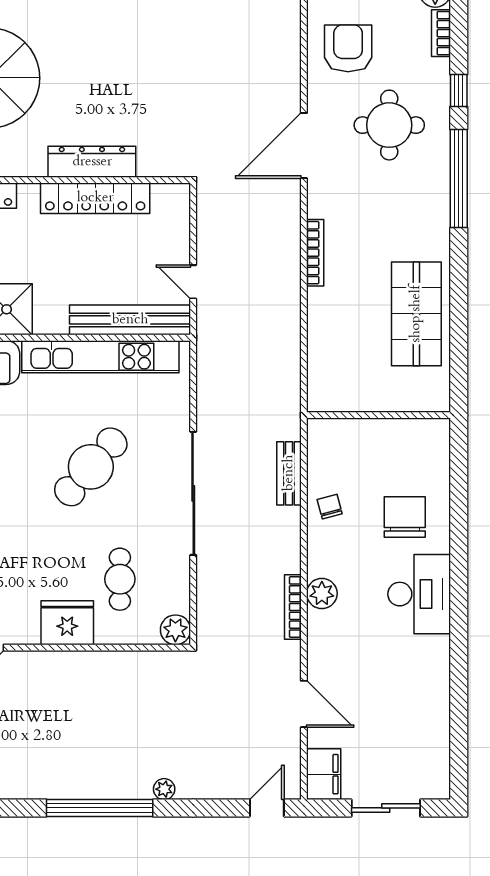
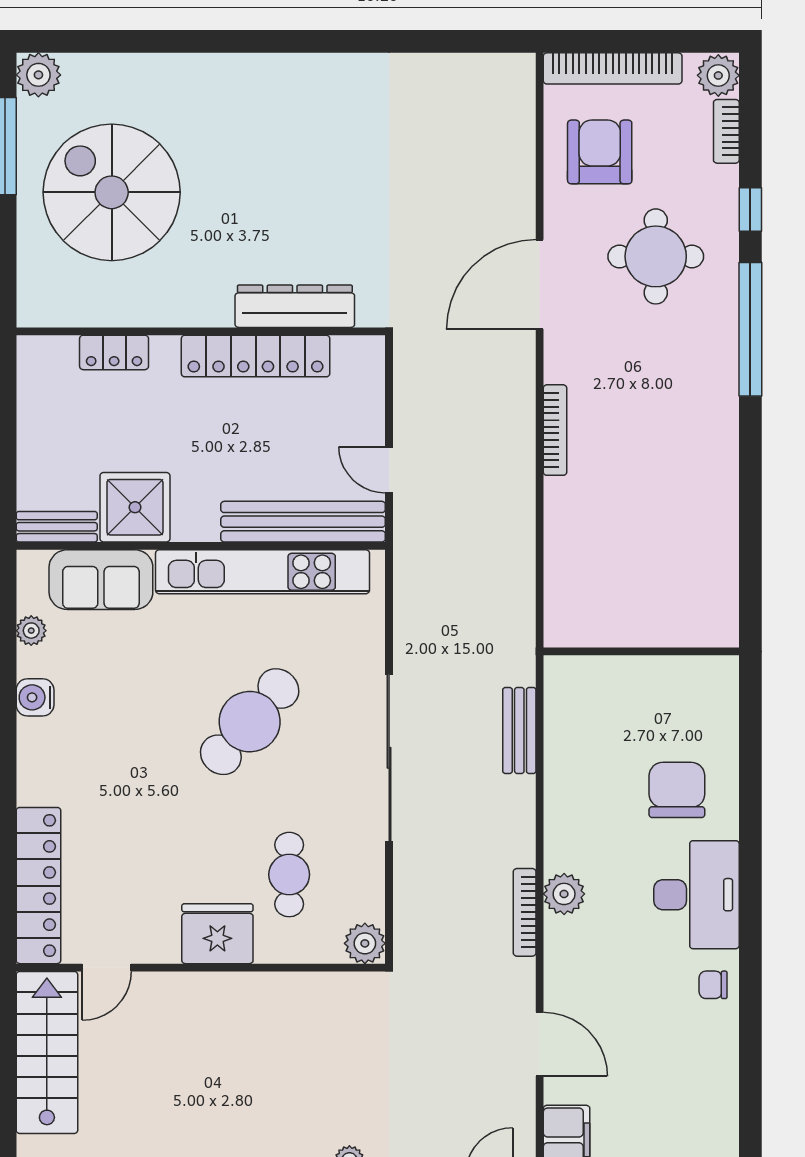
dresser: (92, 162) -> (295, 306), moved
shop shelf: (416, 314) -> (693, 513), removed
chair: (330, 507) -> (713, 985), moved, turned -75

